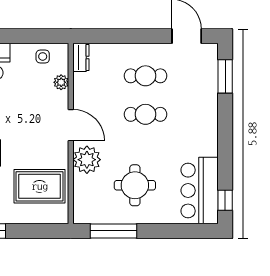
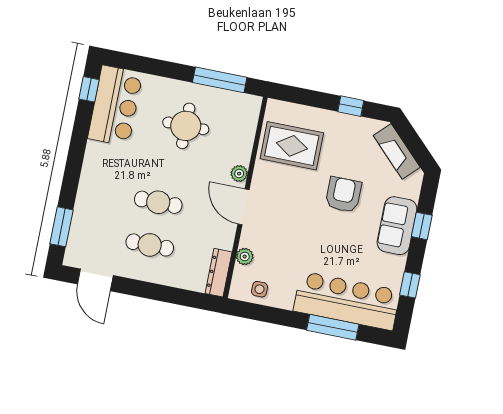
dresser: (81, 57) -> (219, 273), width x1.44
plant: (87, 160) -> (239, 174), width x0.53, depth x0.53

